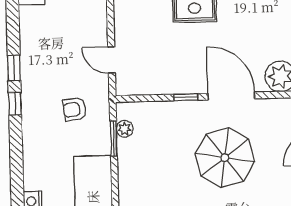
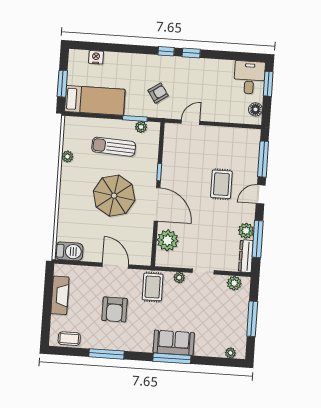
door: (231, 96) -> (157, 204), hinge flipped
armchair: (75, 109) -> (158, 93), turned 63
sun lounger: (156, 165) -> (114, 147), added

